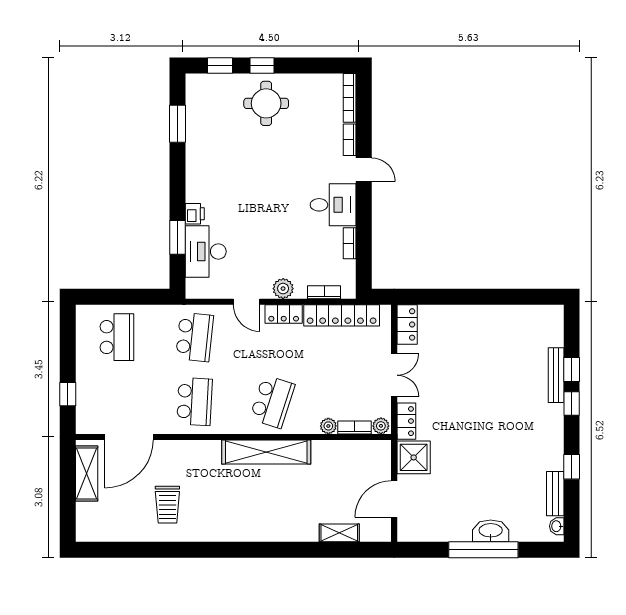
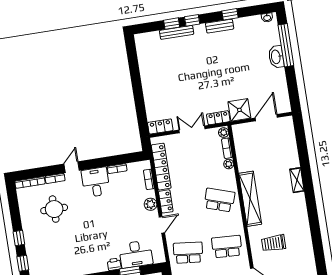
round table: (266, 103) -> (54, 209), moved
bench: (555, 494) -> (220, 26), moved
door: (394, 499) -> (266, 118), swing flipped
trolley: (167, 505) -> (274, 243), moved, turned 180
shelving: (339, 533) -> (297, 180), moved
window: (483, 550) -> (286, 45), moved

